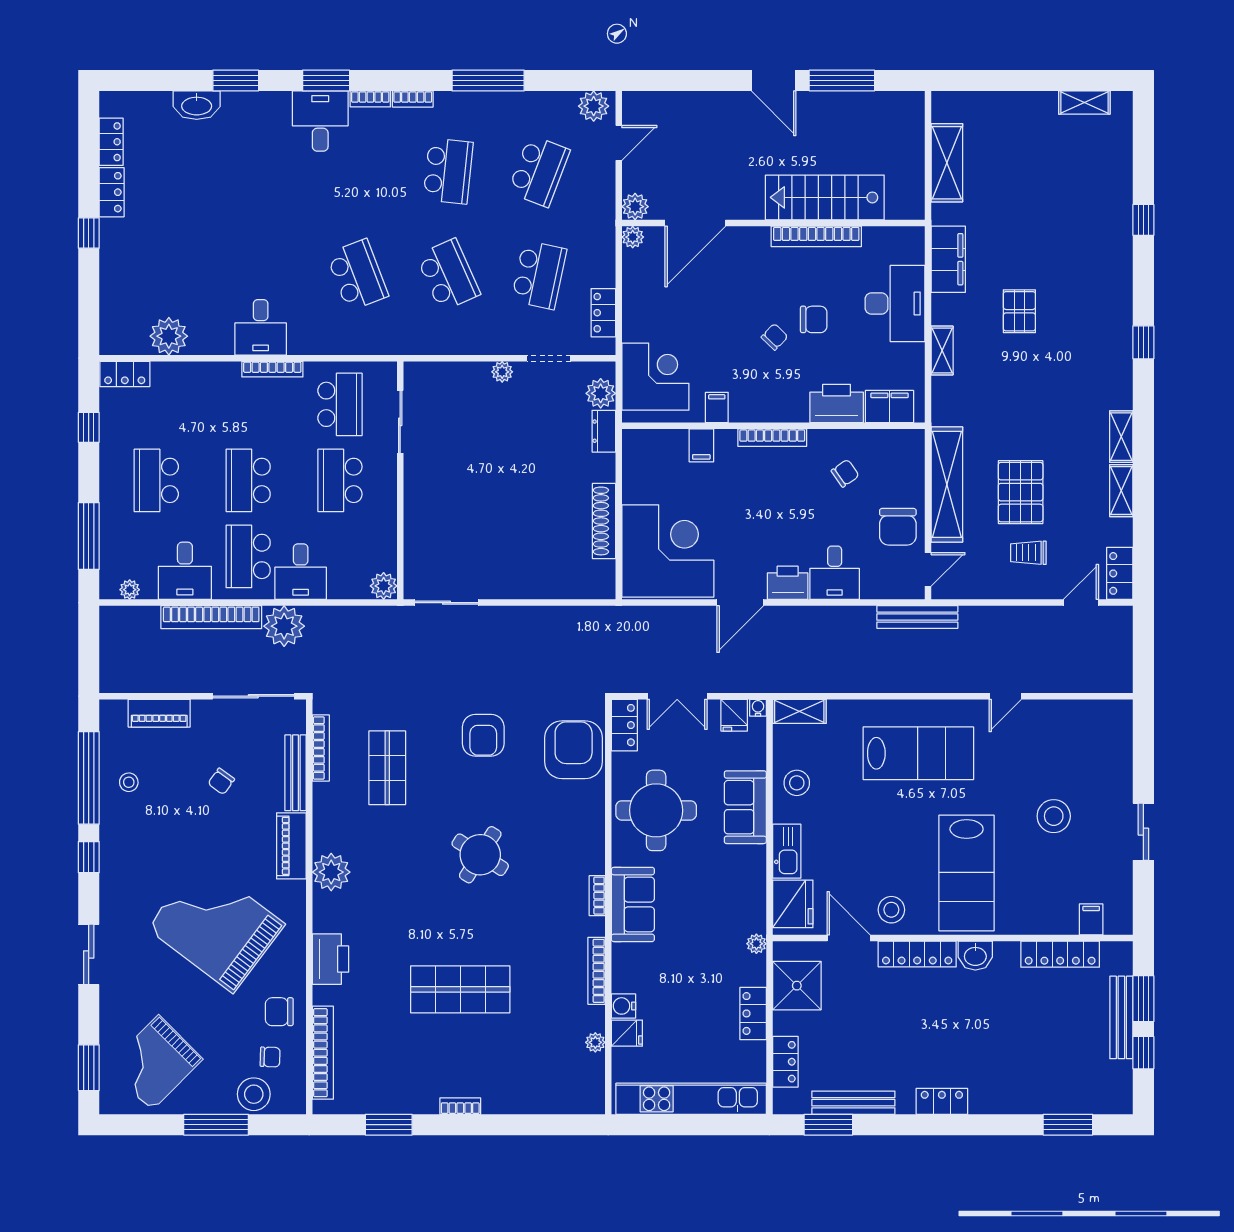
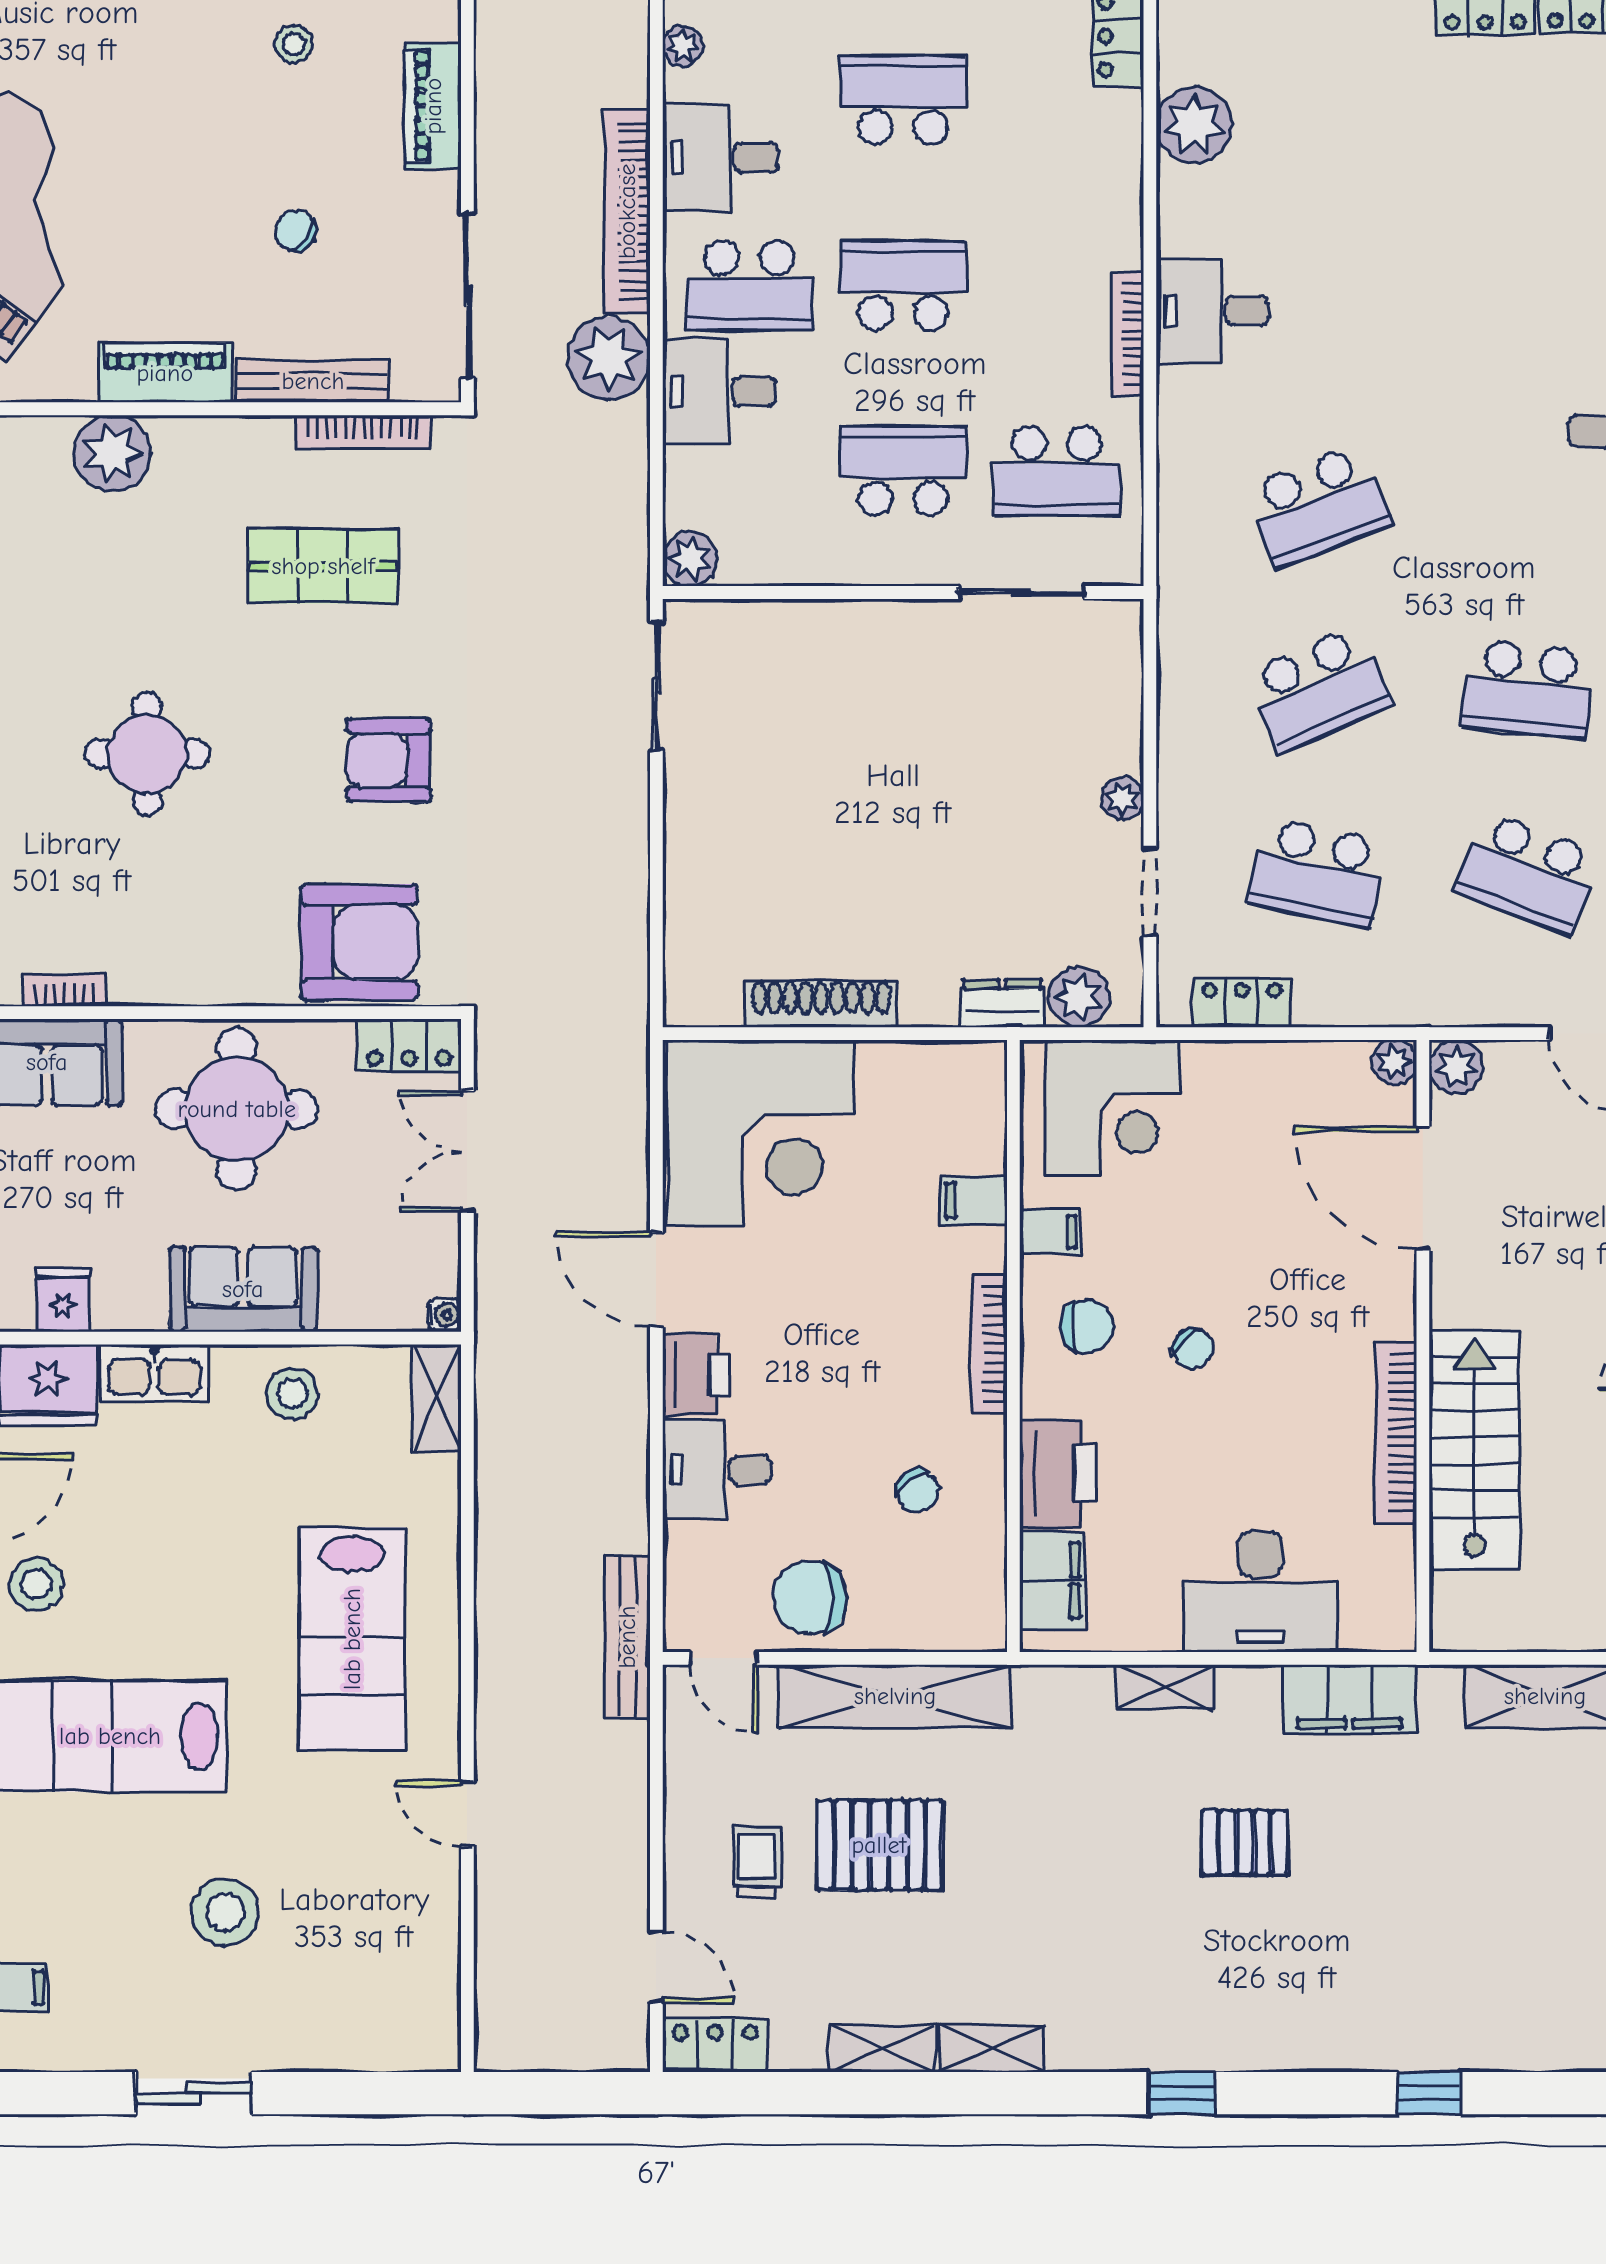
chair: (814, 319) -> (1087, 1326), moved, turned -90
school desk: (248, 556) -> (750, 285), turned 180
fridge: (734, 715) -> (63, 1300), moved, turned 90
round table: (480, 855) -> (147, 754), turned -32

